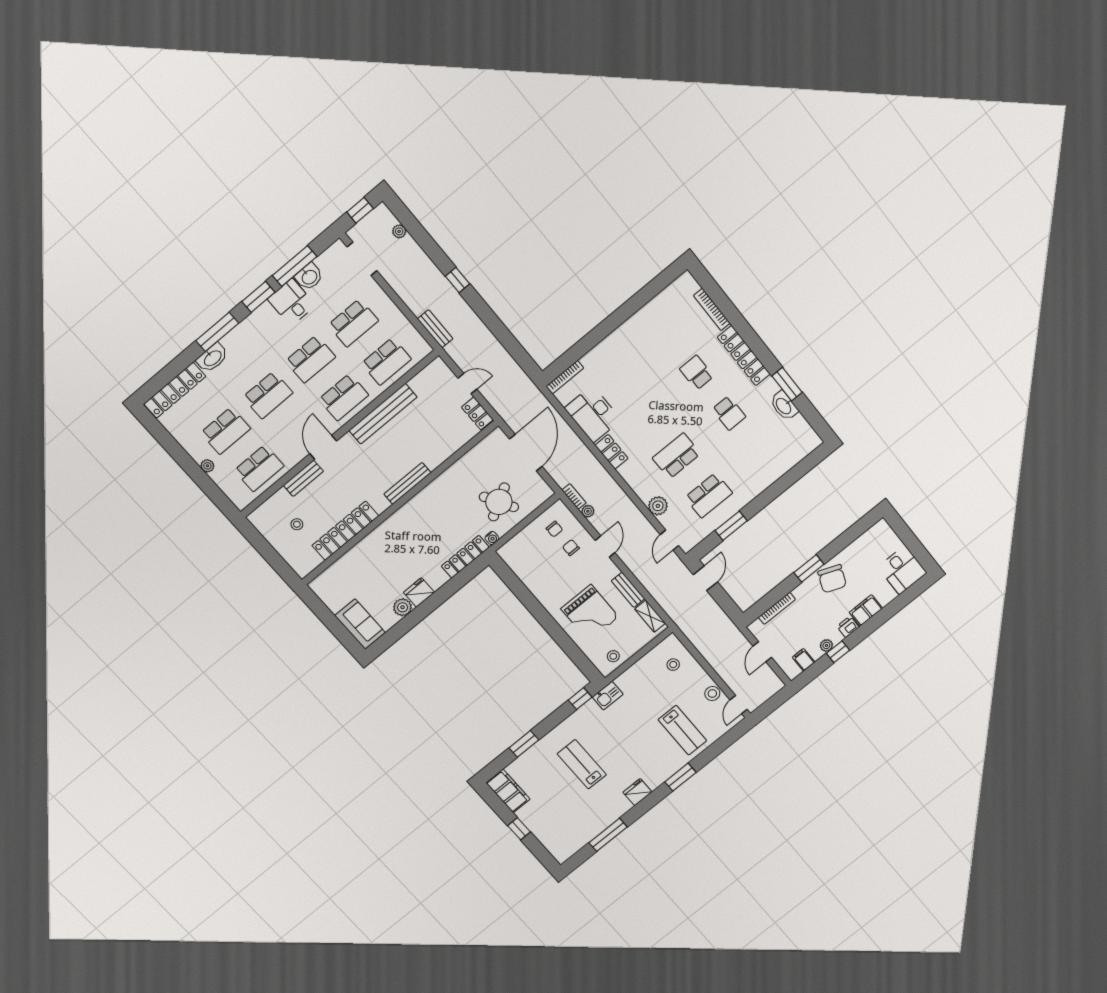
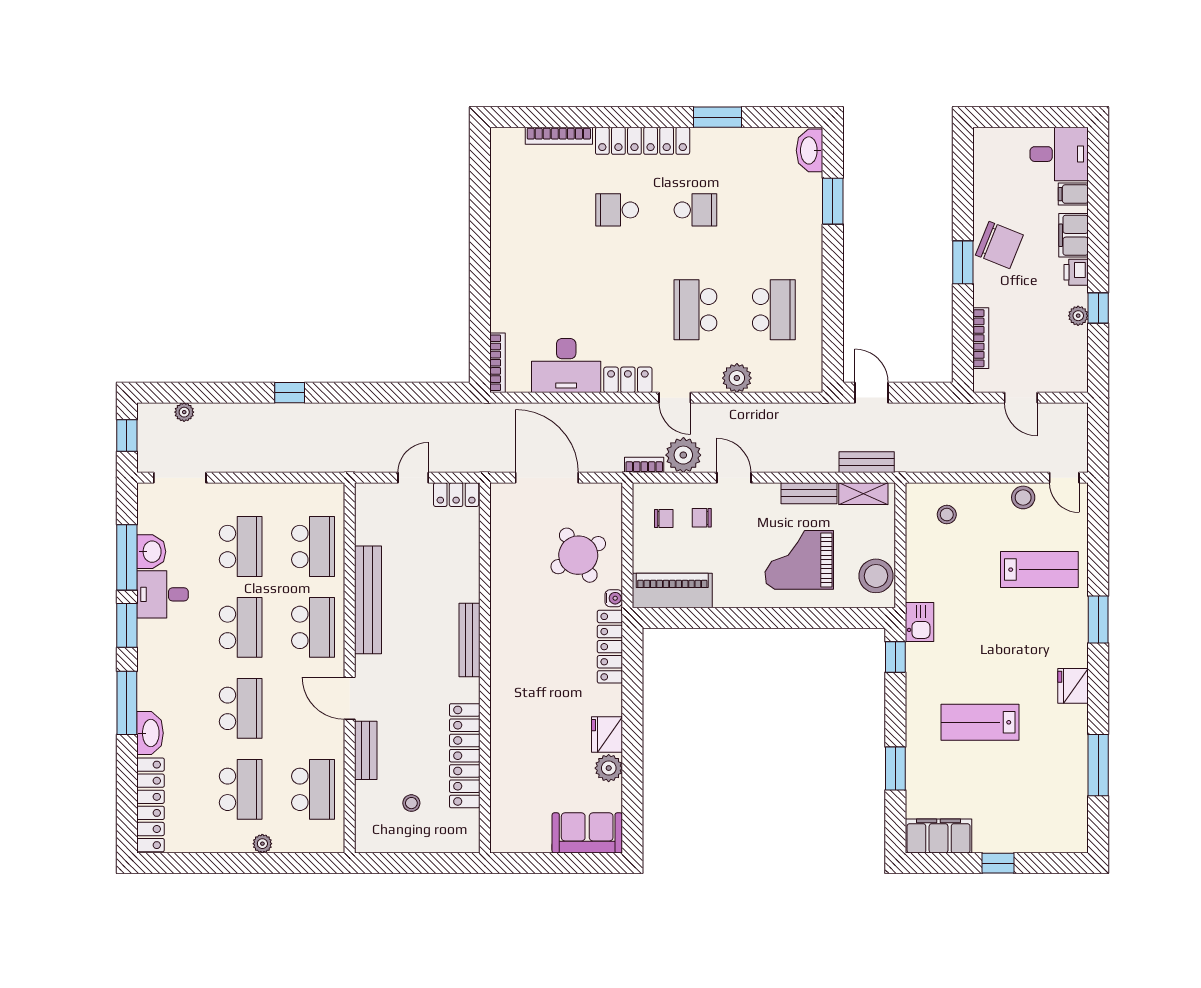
bench: (435, 329) -> (867, 462), moved
washbasin: (784, 406) -> (810, 150), moved, turned 90
plant: (588, 511) -> (683, 455), width x1.87, depth x1.87
window: (731, 526) -> (833, 201), moved
door: (669, 540) -> (675, 398), moved
piano: (521, 564) -> (672, 591), added
grand piano: (590, 613) -> (799, 560), turned 180
stool: (613, 656) -> (876, 576), width x1.89, depth x1.89
filing cabinet: (804, 660) -> (1073, 194), moved

